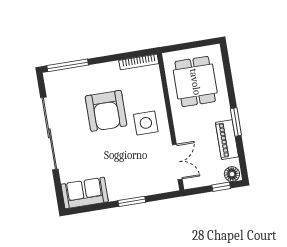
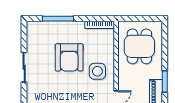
window: (68, 65) -> (58, 19), moved
sliding door: (49, 133) -> (24, 67), width x0.54

